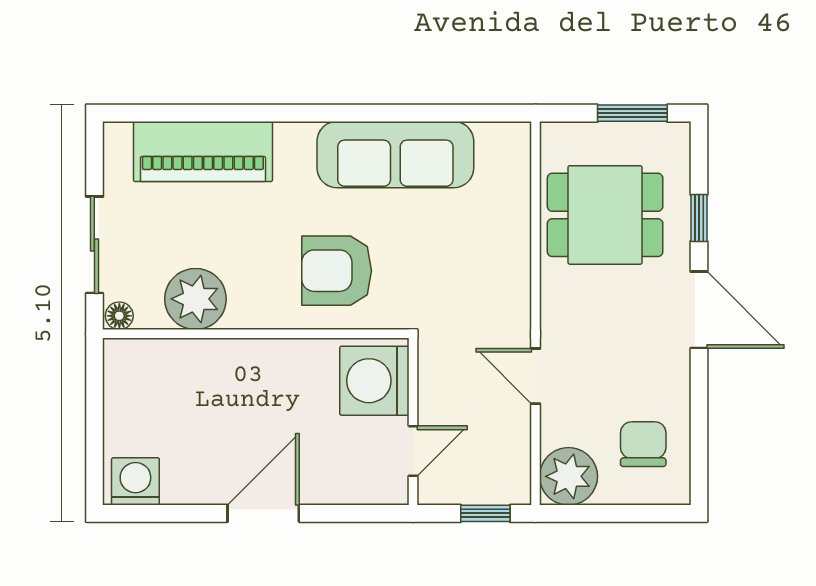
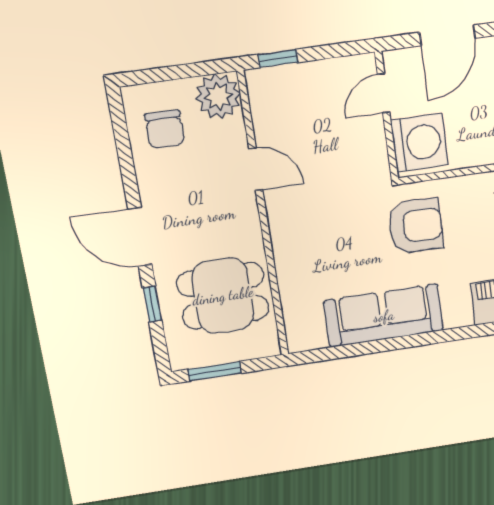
washing machine: (374, 381) -> (420, 142), moved
wall: (413, 421) -> (387, 116), moved
door: (413, 451) -> (384, 93), moved

